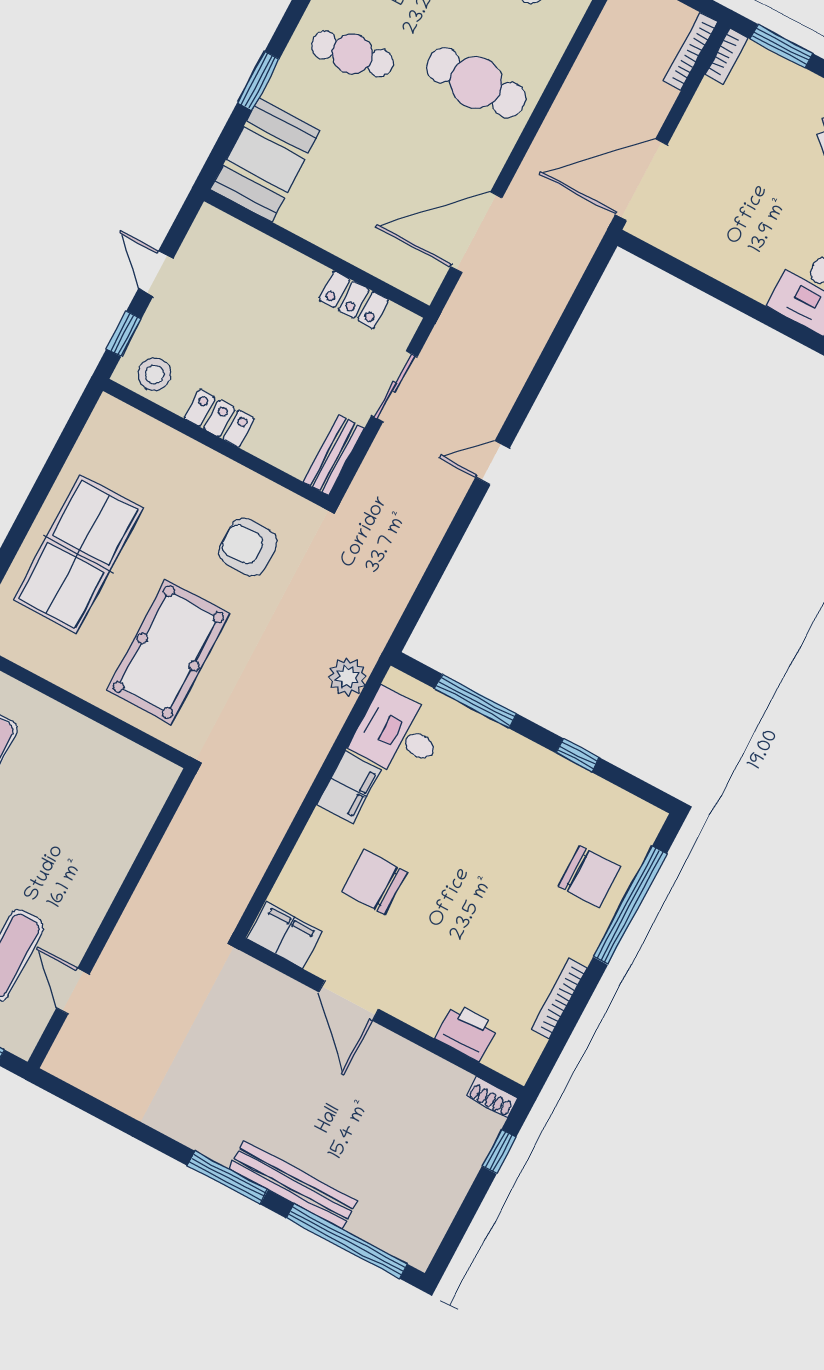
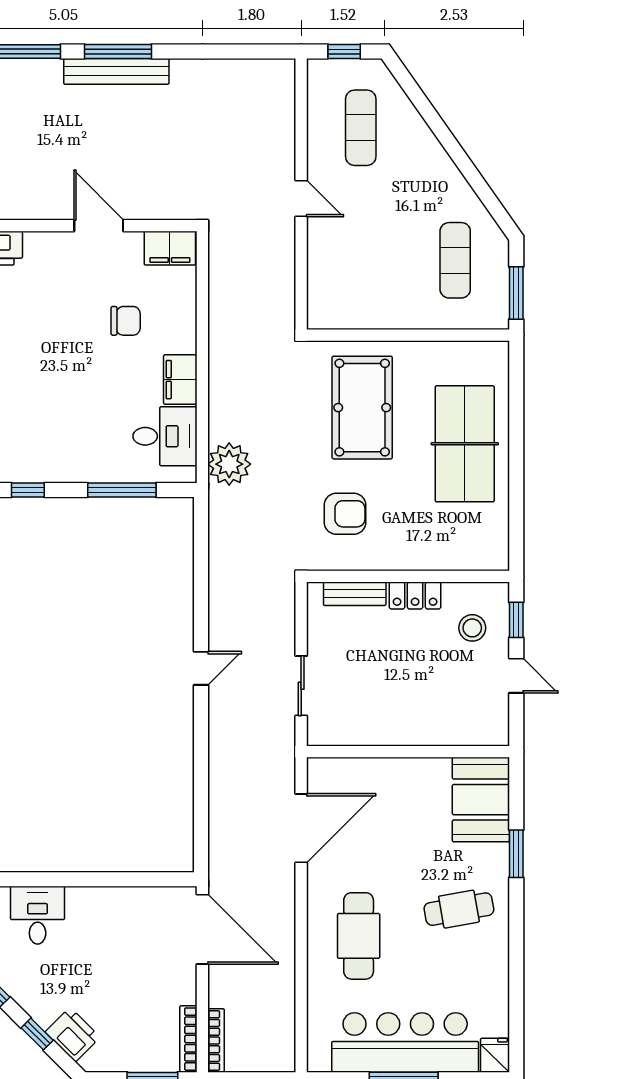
bookcase: (726, 56) -> (188, 1039), width x1.56
cafe table: (476, 83) -> (359, 936), turned 90
door: (641, 180) -> (202, 929), hinge flipped
locker: (354, 300) -> (364, 733), removed
stool: (155, 374) -> (472, 628), moved
bench: (334, 455) -> (355, 594), moved, turned 90
plant: (348, 677) -> (229, 464), width x1.36, depth x1.36
chair: (374, 882) -> (126, 321), width x0.73, depth x0.73
door: (73, 991) -> (301, 198), moved
bench: (293, 1185) -> (116, 71), moved

